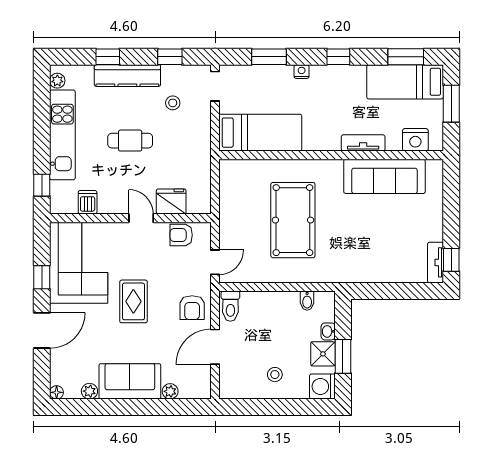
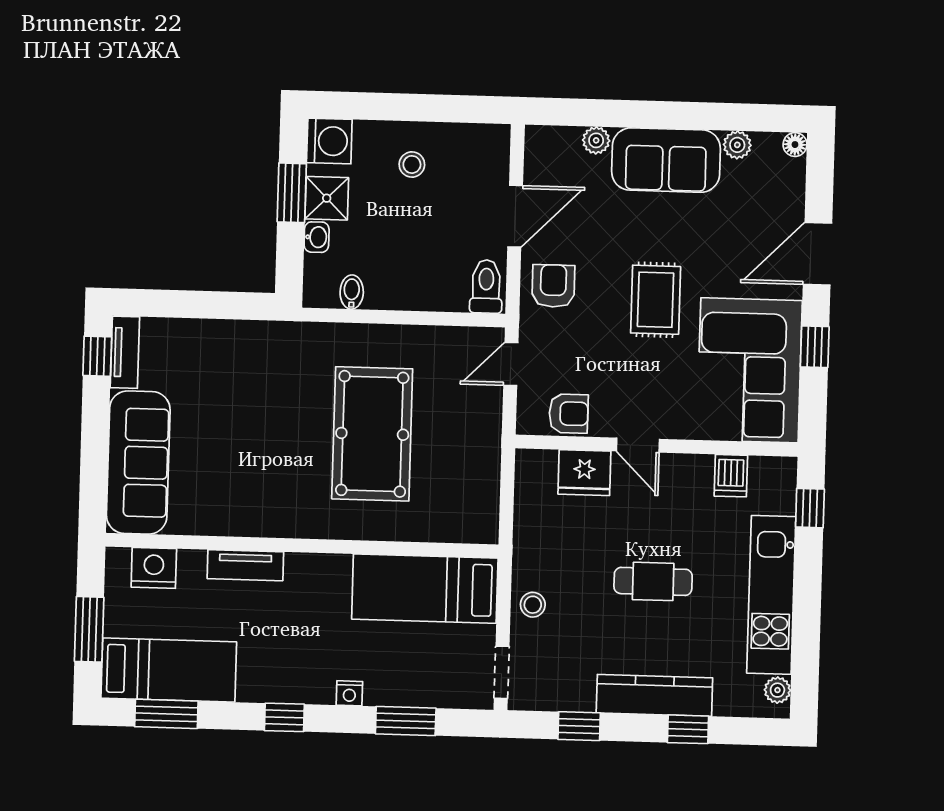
stool: (173, 103) -> (533, 605), moved
sofa: (384, 176) -> (138, 462), moved, turned 90

